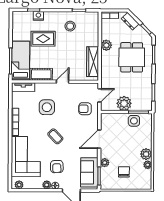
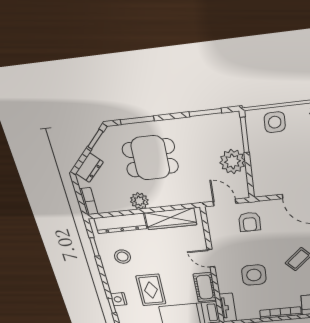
dresser: (93, 30) -> (121, 223), added
side table: (134, 121) -> (275, 122), moved

